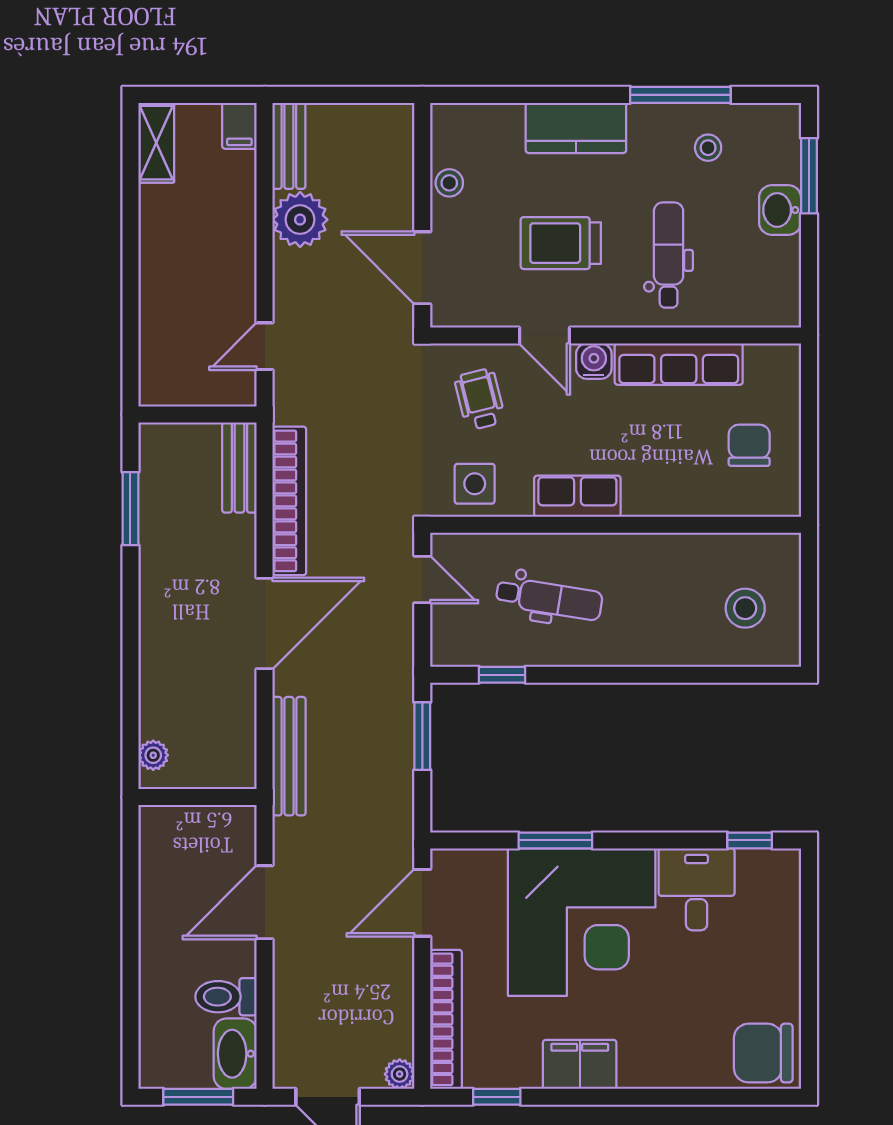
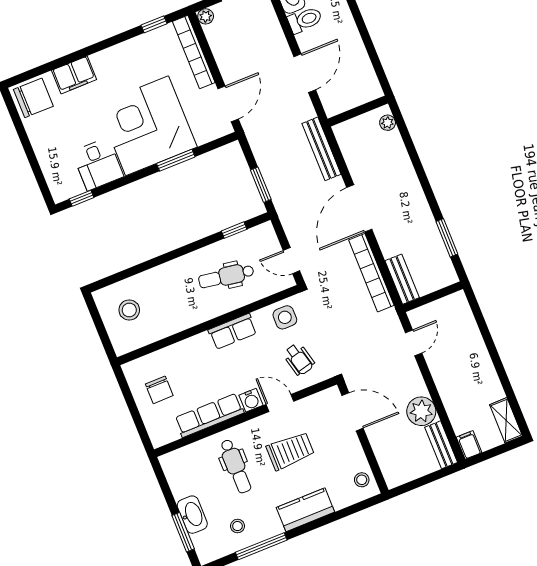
stool: (449, 183) -> (362, 480), moved
washbasin: (780, 210) -> (192, 515), width x1.38
filing cabinet: (580, 1064) -> (74, 75), moved

